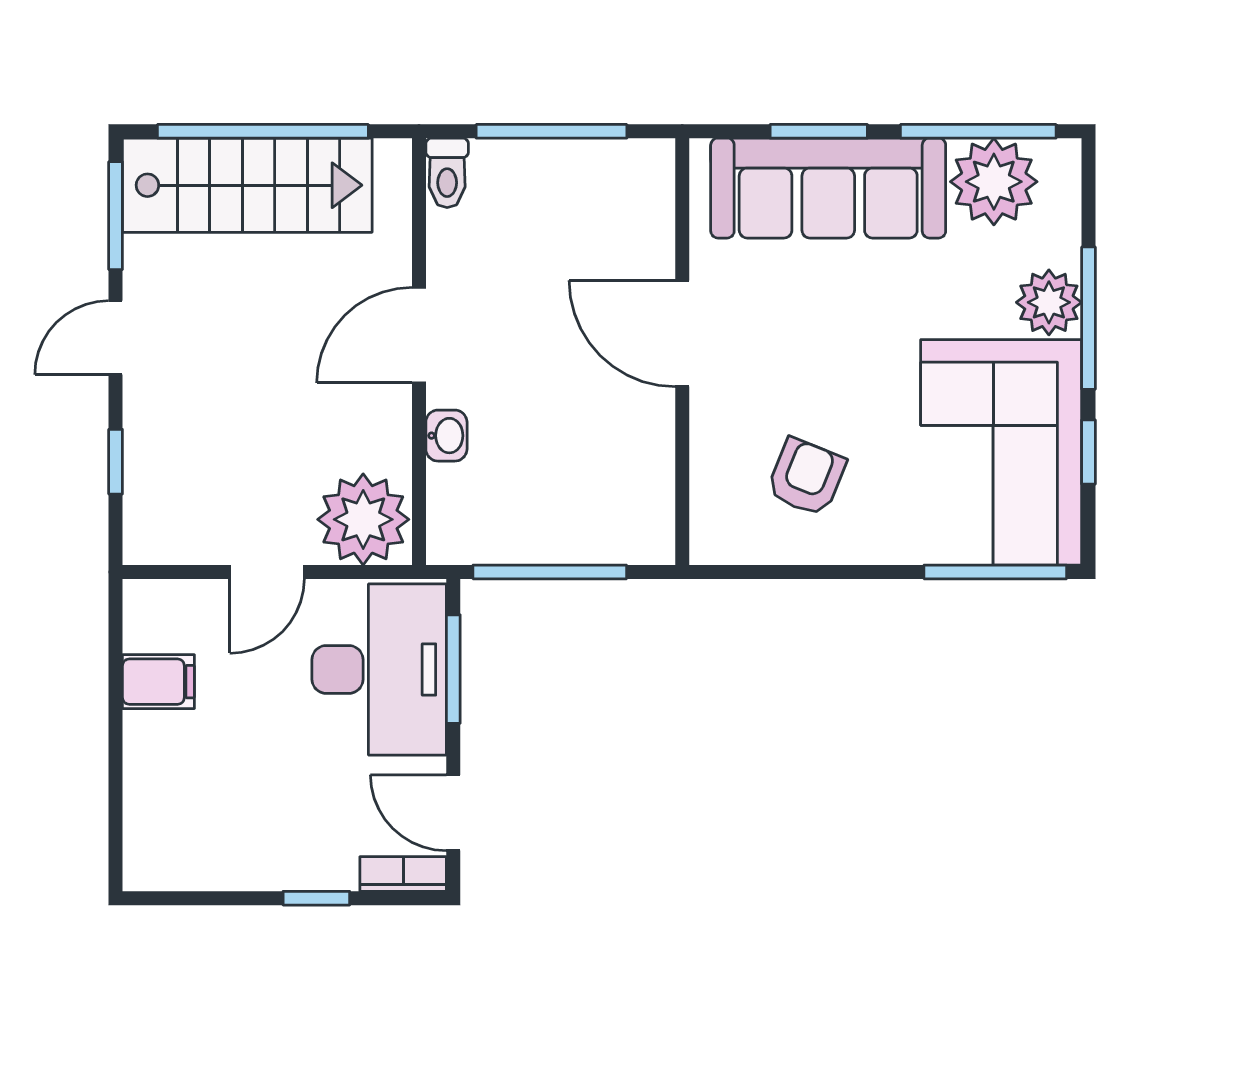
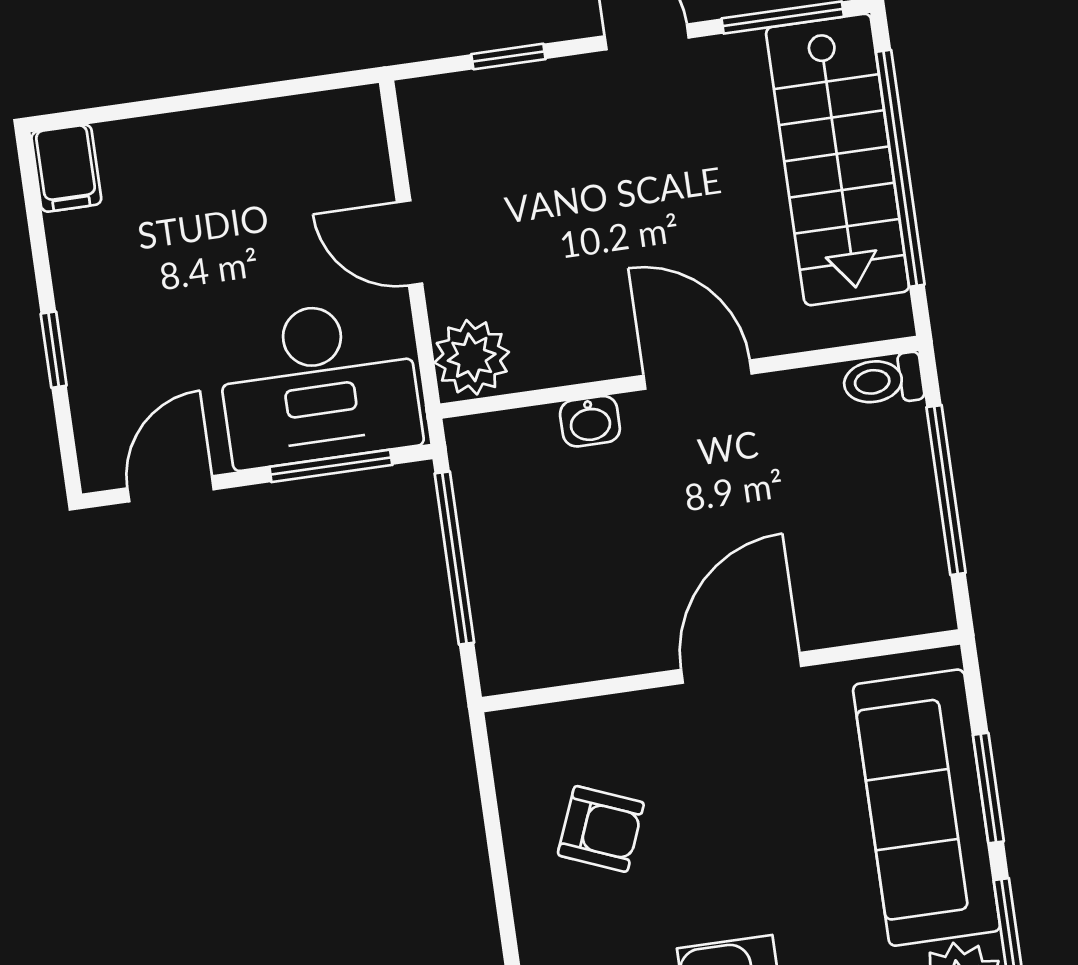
plant: (363, 519) -> (472, 357), width x0.73, depth x0.73
filing cabinet: (158, 682) -> (66, 168), moved
bookcase: (403, 874) -> (94, 443), removed

